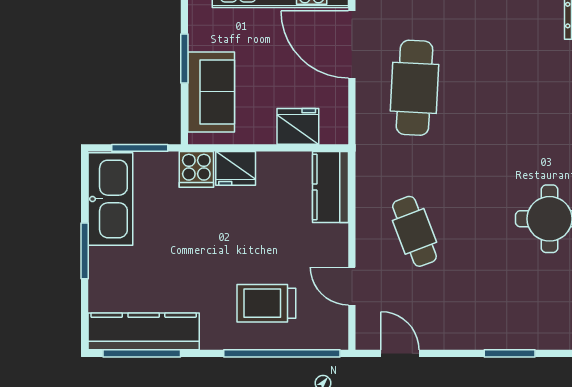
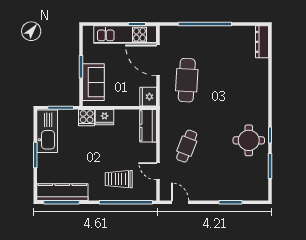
fridge: (298, 126) -> (148, 97), moved, turned -90
cafe table: (414, 231) -> (187, 146), turned 42

